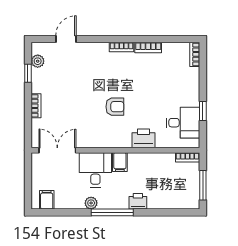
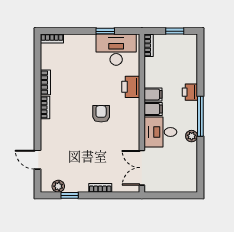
desk: (183, 123) -> (116, 50), width x1.37
window: (203, 185) -> (175, 31), width x0.67
filing cabinet: (47, 200) -> (153, 94), moved, turned 180

